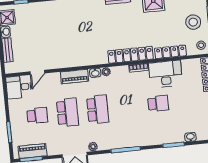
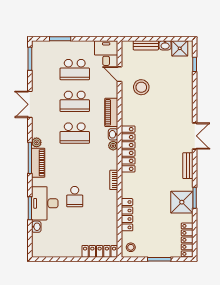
stool: (193, 22) -> (141, 87), moved
locker: (131, 55) -> (128, 149), moved
desk: (166, 74) -> (45, 203), moved, turned 180
school desk: (37, 115) -> (75, 70), width x1.85
plant: (93, 147) -> (37, 142), moved
piano: (33, 151) -> (38, 163), moved

